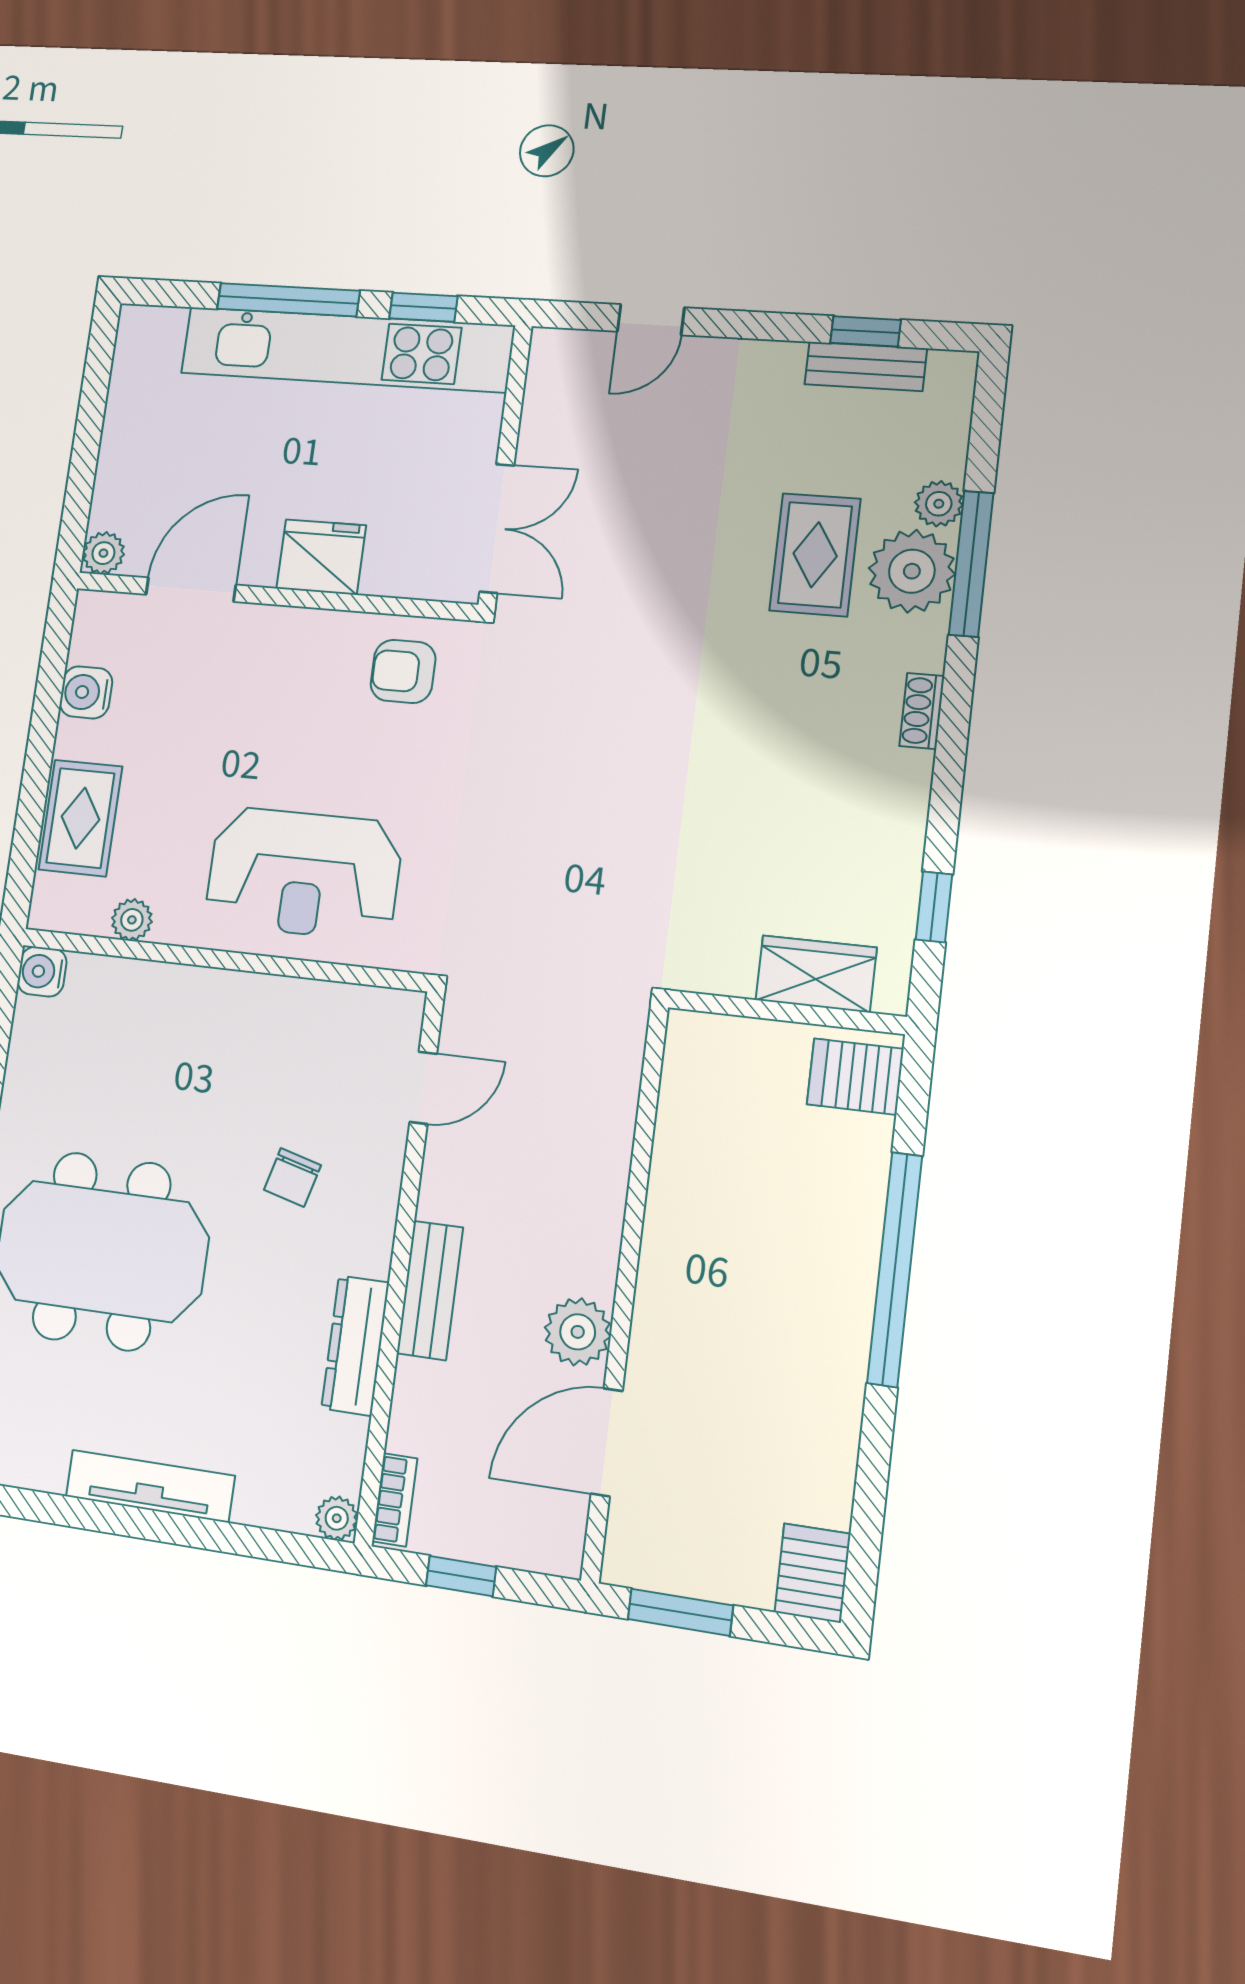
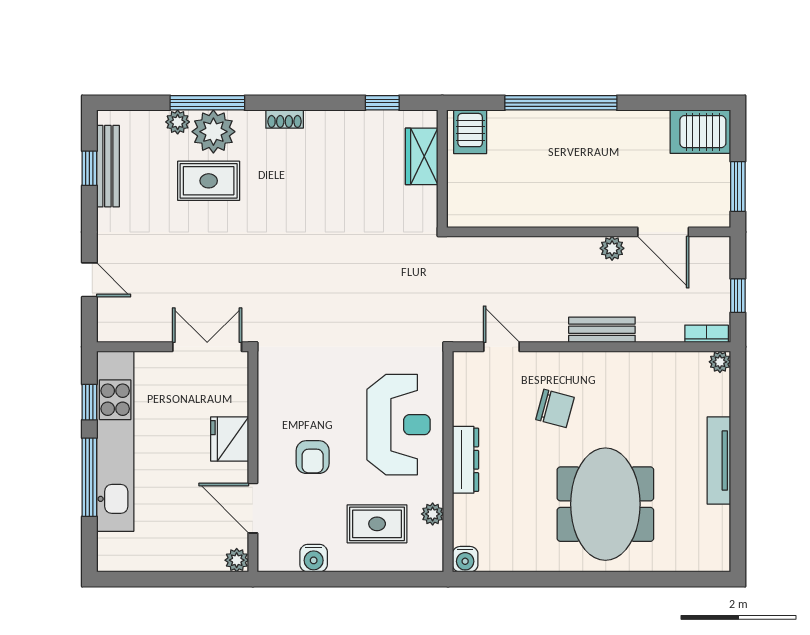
bench: (866, 366) -> (108, 166), width x1.36
armchair: (403, 671) -> (313, 457), moved
rug: (80, 818) -> (377, 524), moved
chair: (292, 1177) -> (555, 408), width x1.37, depth x1.37
plant: (578, 1332) -> (612, 248), width x0.73, depth x0.73
dresser: (355, 1345) -> (465, 460), moved, turned -90
server rack: (813, 1573) -> (700, 132), width x1.36, depth x1.44

